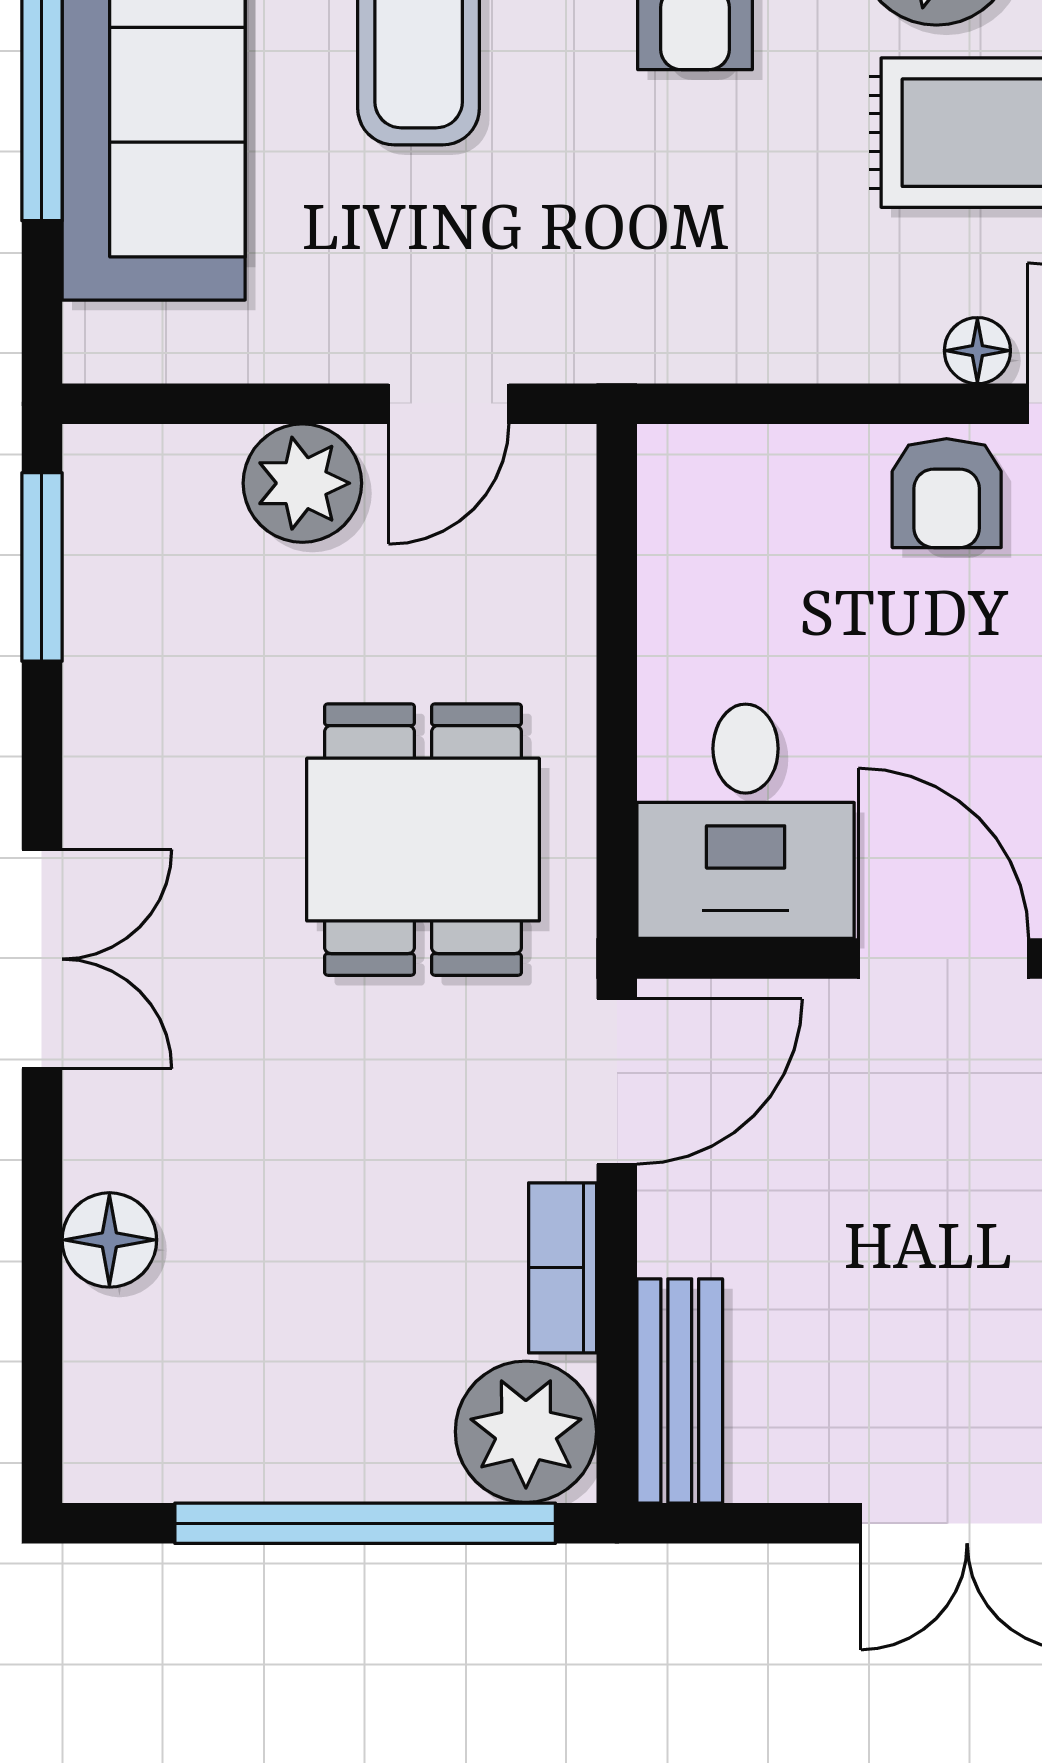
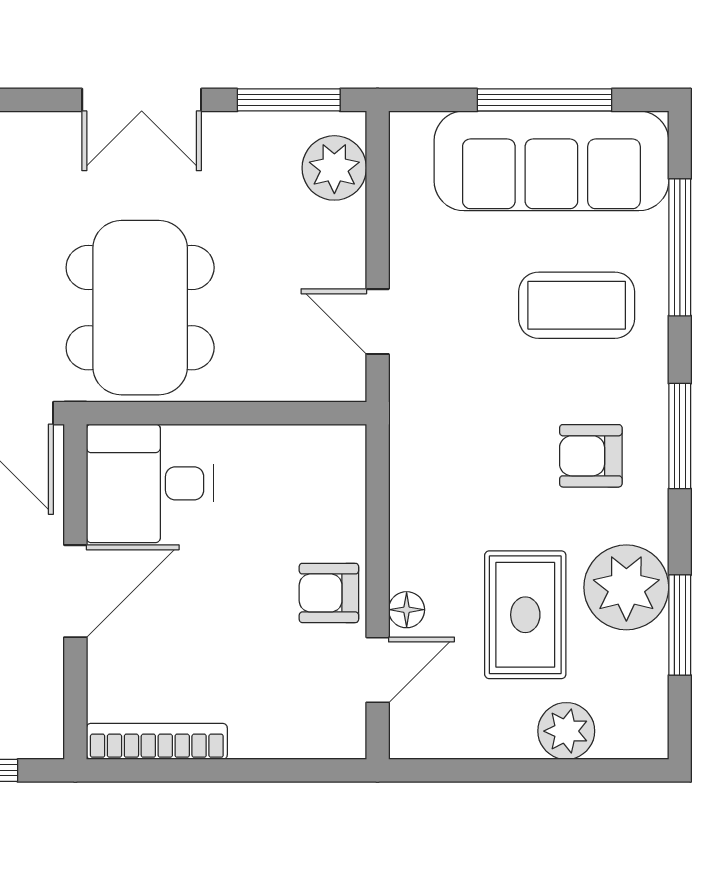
plant: (302, 483) -> (334, 168), moved
dining table: (423, 840) -> (140, 308), width x1.38
double door: (42, 959) -> (142, 100), moved

